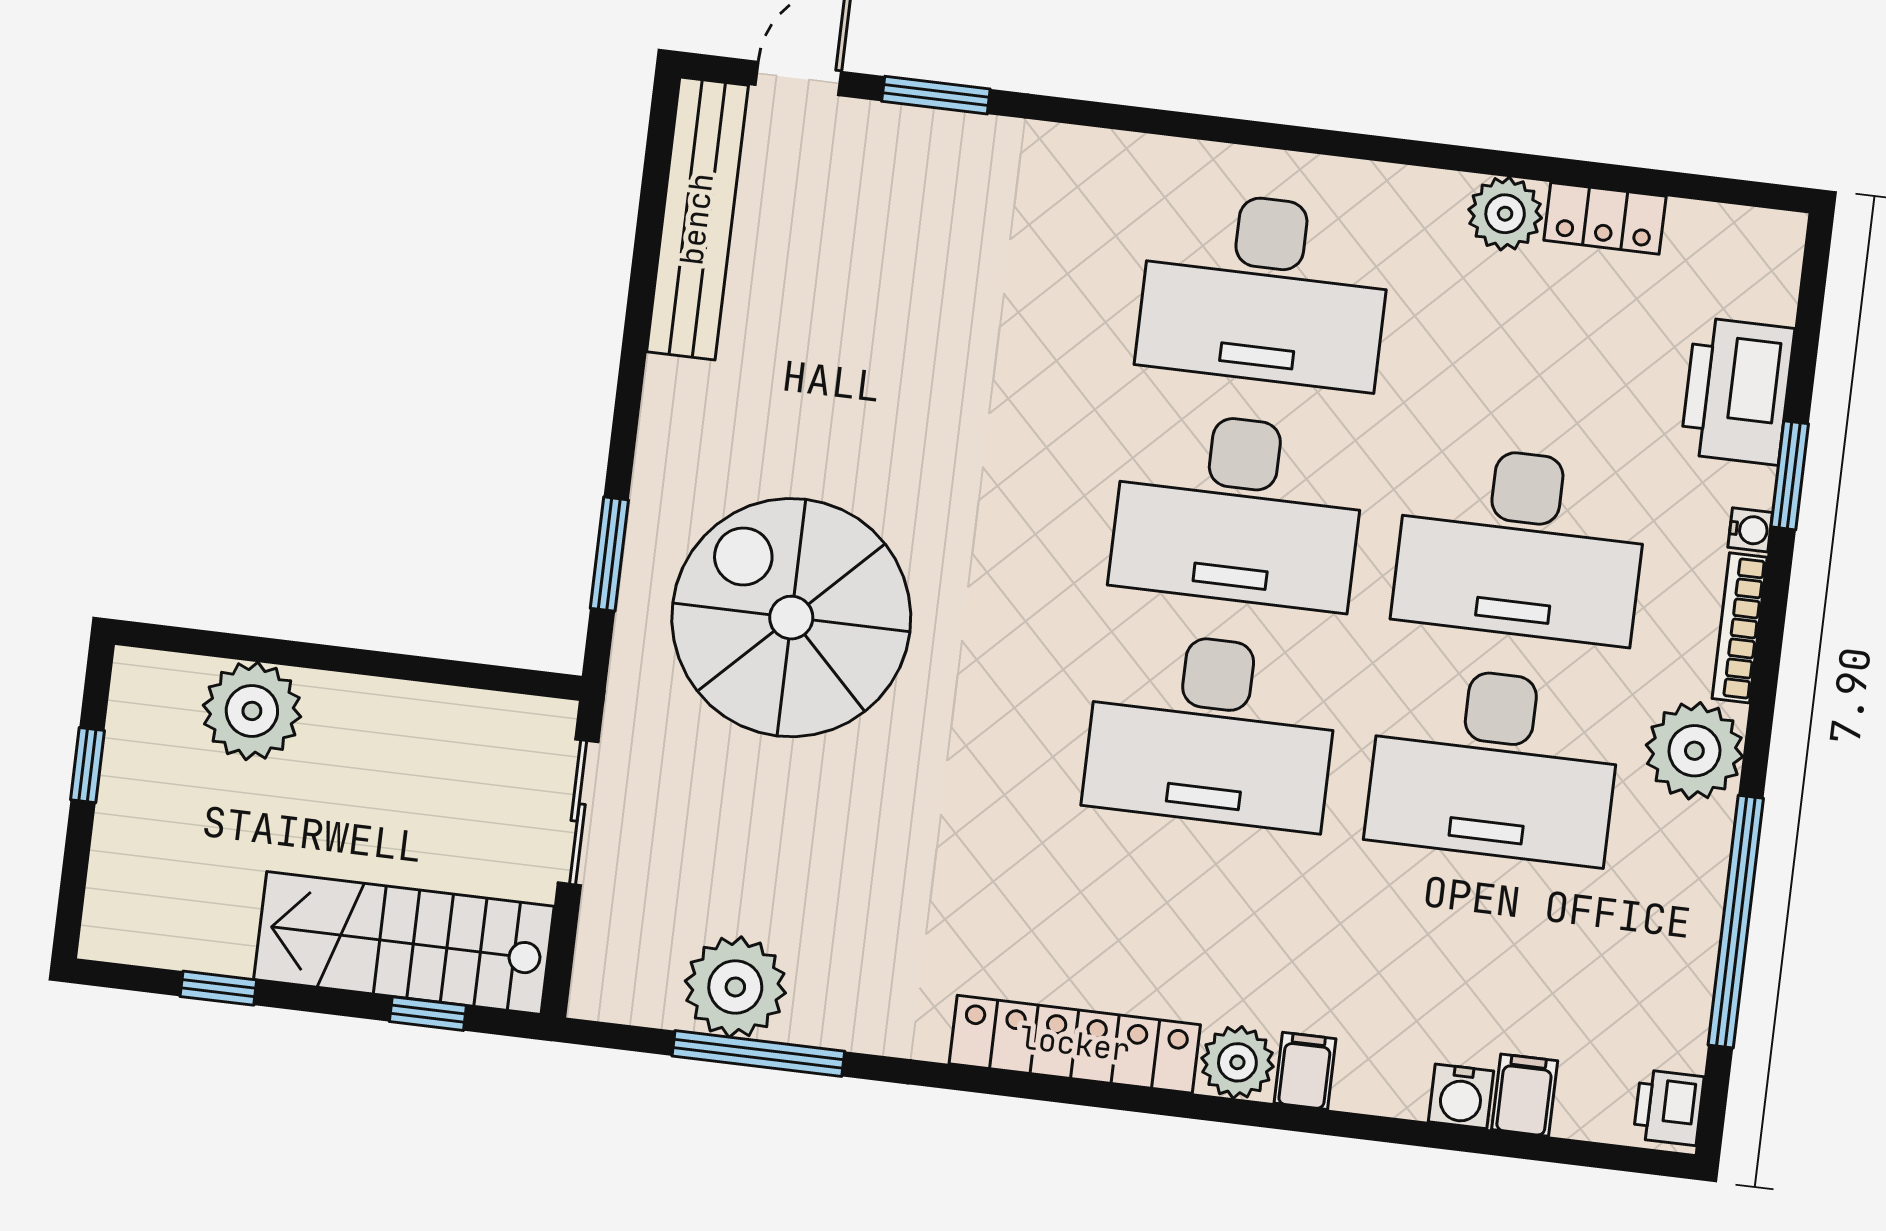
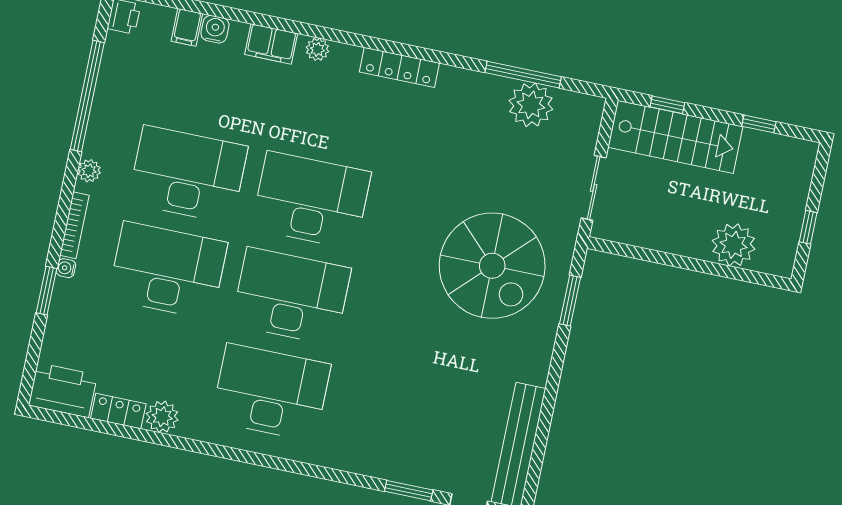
printer: (1737, 391) -> (63, 390), moved, turned -90
plant: (1694, 751) -> (89, 171), width x0.53, depth x0.53
locker: (1075, 1044) -> (399, 67), width x0.71, depth x0.83
plant: (1237, 1062) -> (317, 49), width x0.73, depth x0.73
filing cabinet: (1305, 1071) -> (271, 44), width x2.00

